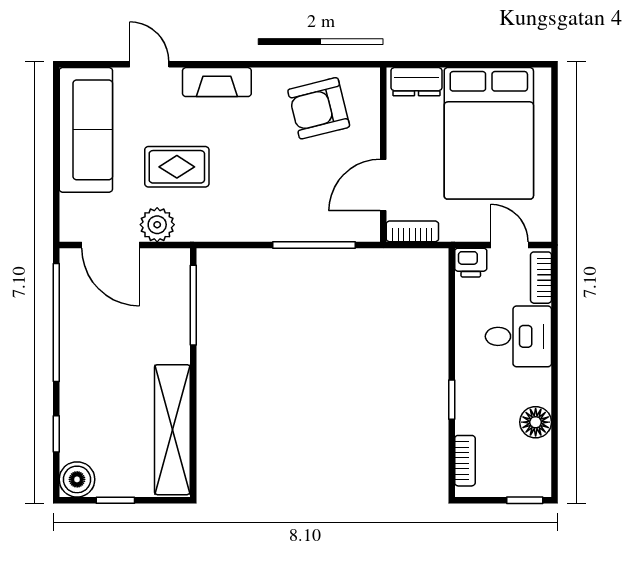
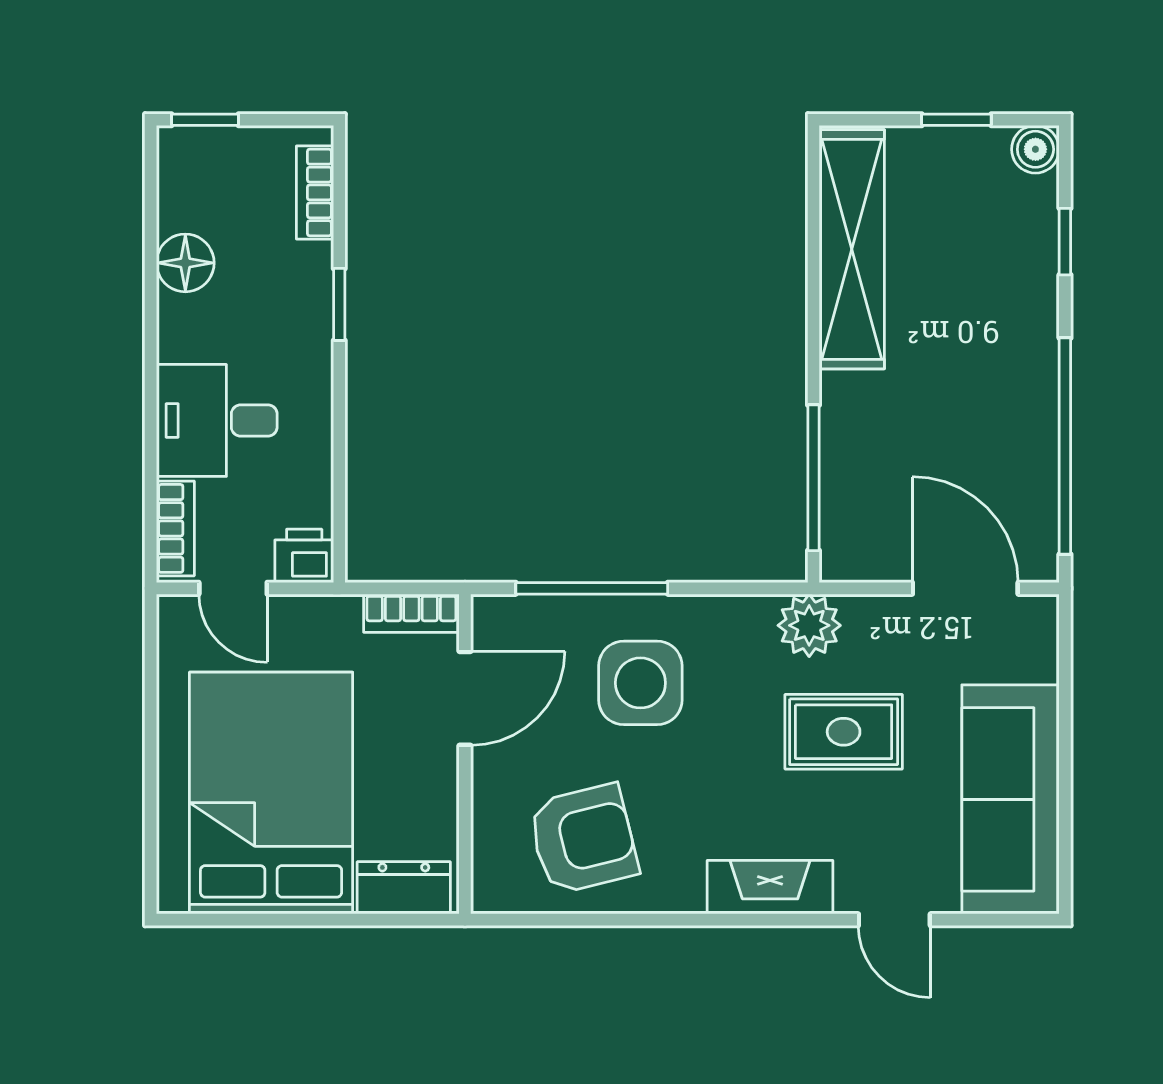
side table: (288, 193) -> (640, 683), added
plant: (157, 225) -> (809, 625), moved
boiler: (77, 479) -> (1035, 149), width x0.73, depth x0.73

